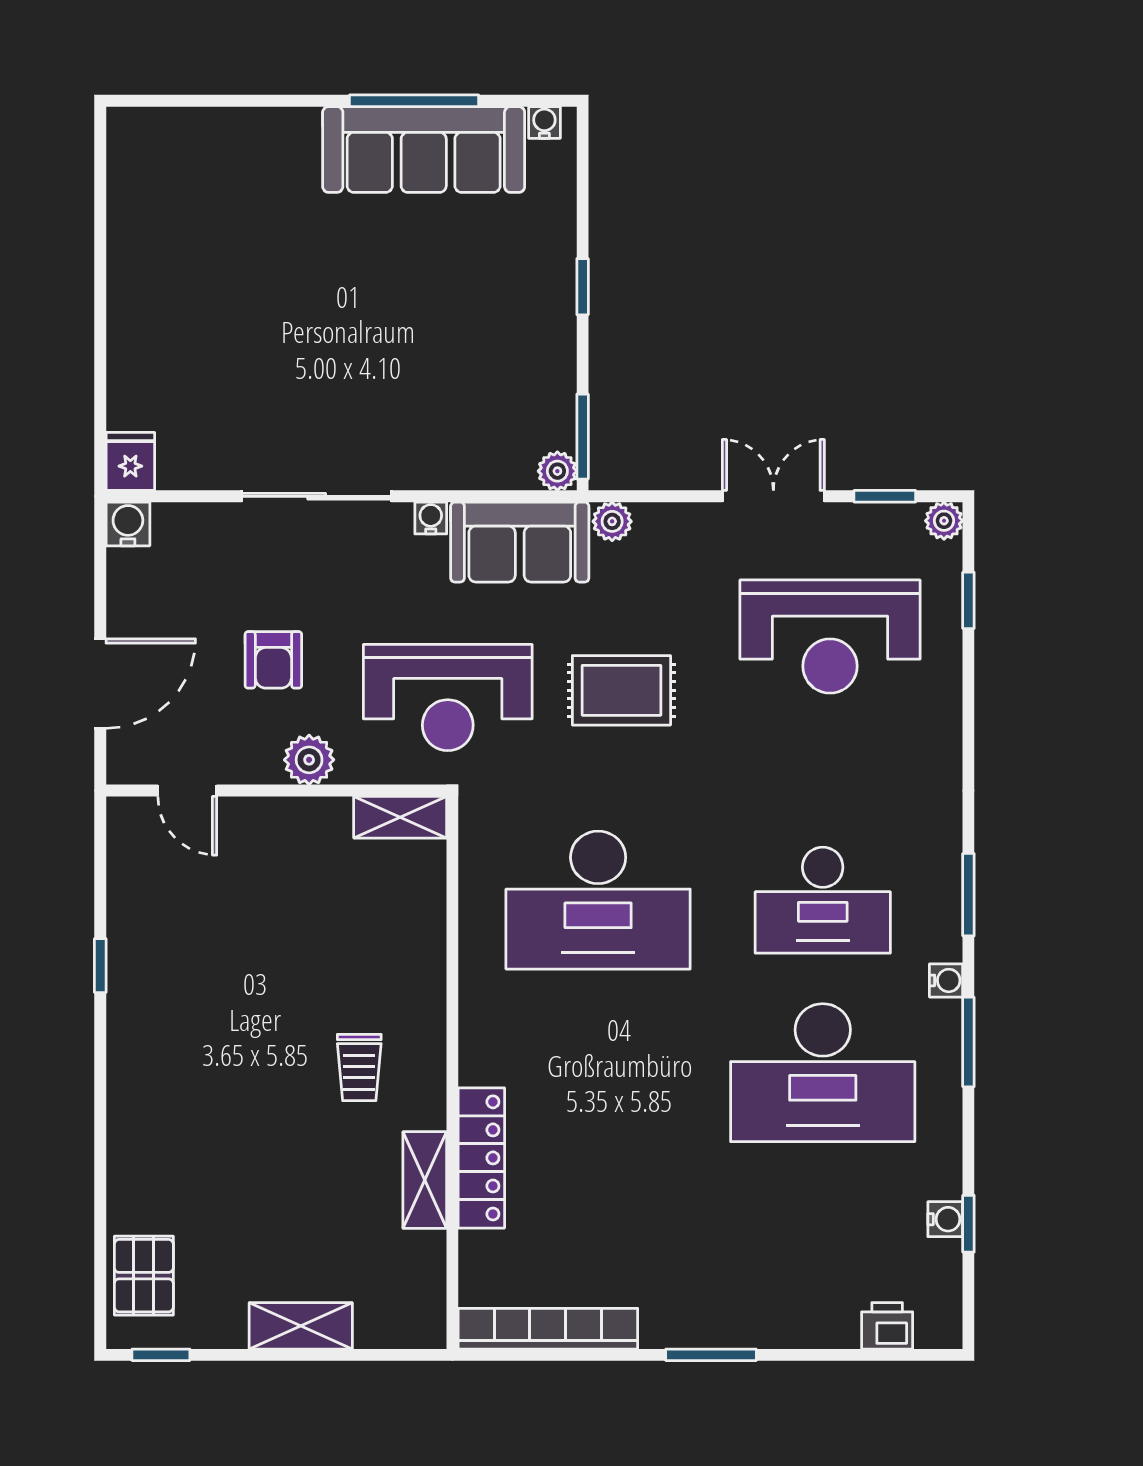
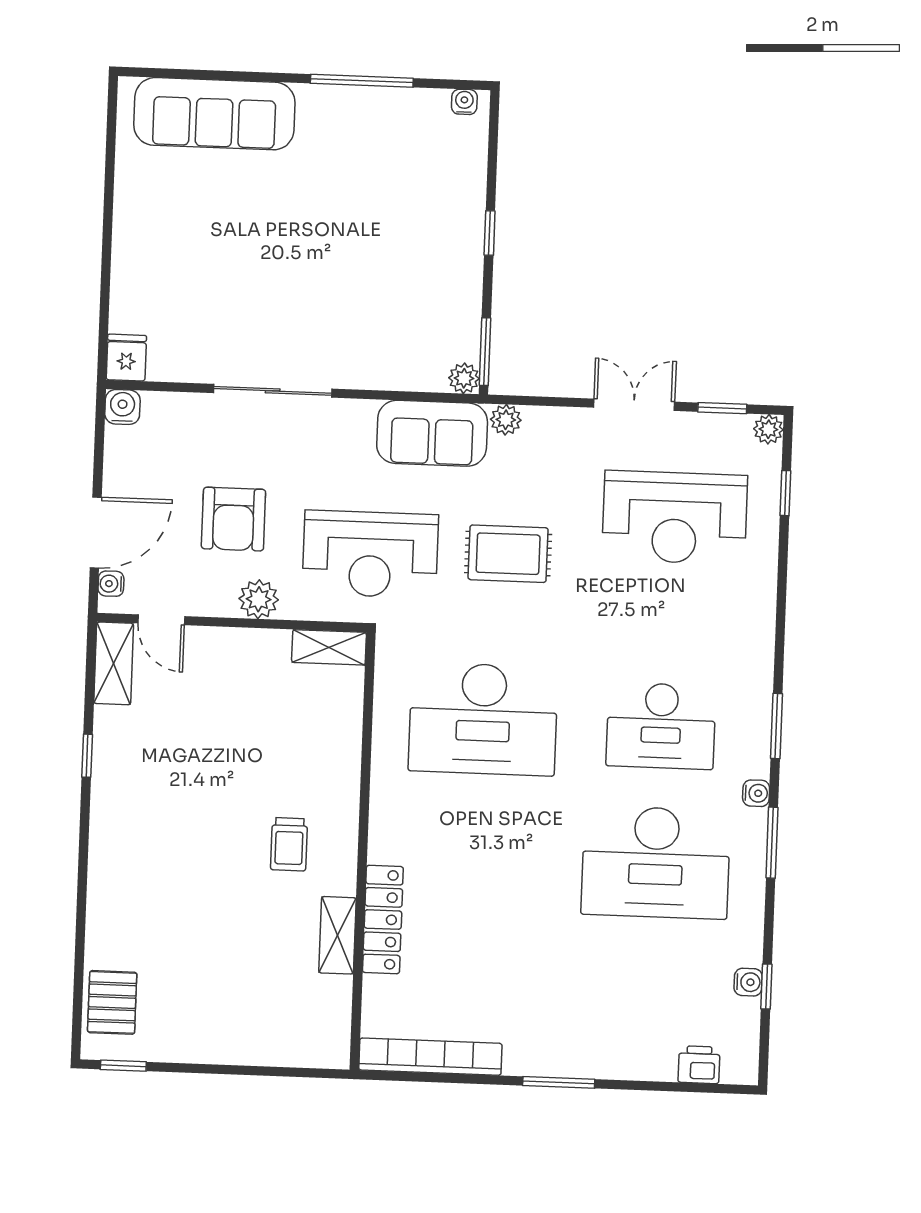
sofa: (424, 149) -> (214, 114), moved
water cooler: (431, 518) -> (111, 584), moved, turned -90
armchair: (273, 660) -> (233, 519), width x1.38, depth x1.38
shelving: (301, 1326) -> (114, 663), moved, turned 90

